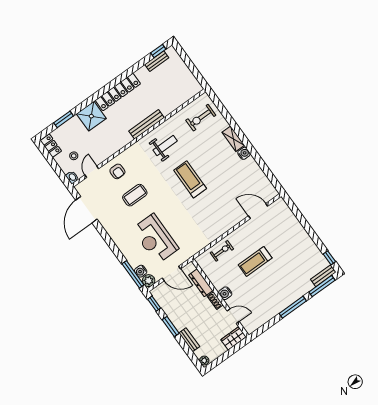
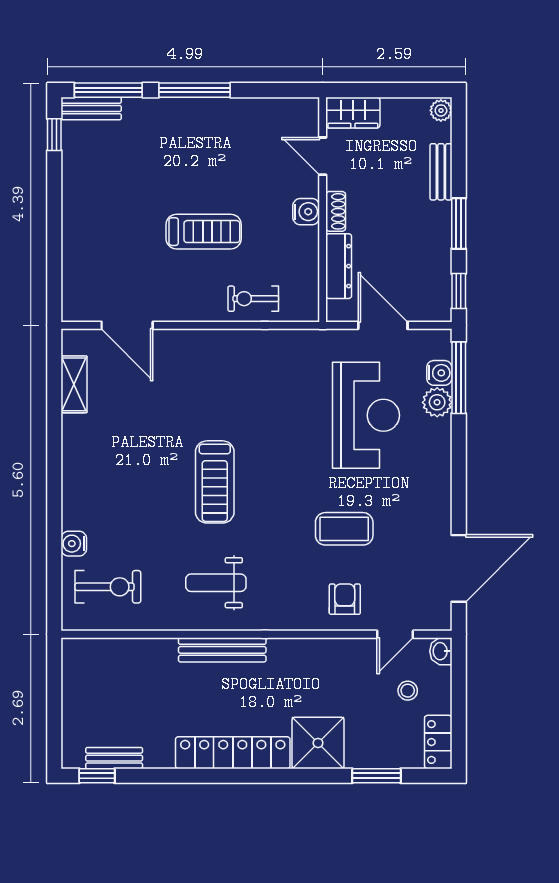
shelving: (233, 139) -> (74, 384), moved
water cooler: (244, 153) -> (74, 544), moved
plant: (149, 281) -> (437, 402), moved

